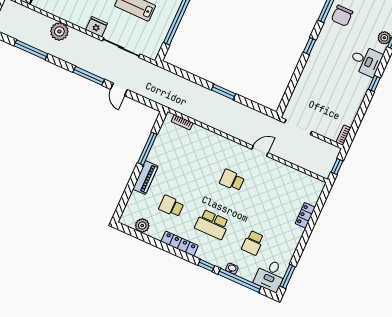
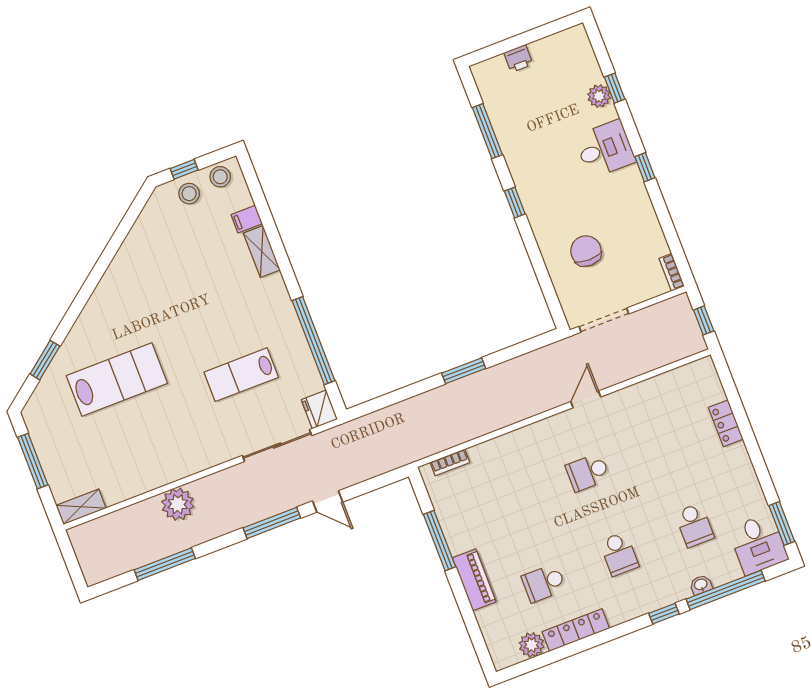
chair: (342, 16) -> (586, 251), moved, turned 180
fridge: (97, 27) -> (319, 410), moved, turned -90
school desk: (212, 224) -> (619, 554), width x0.54
locker: (180, 244) -> (576, 630), moved

